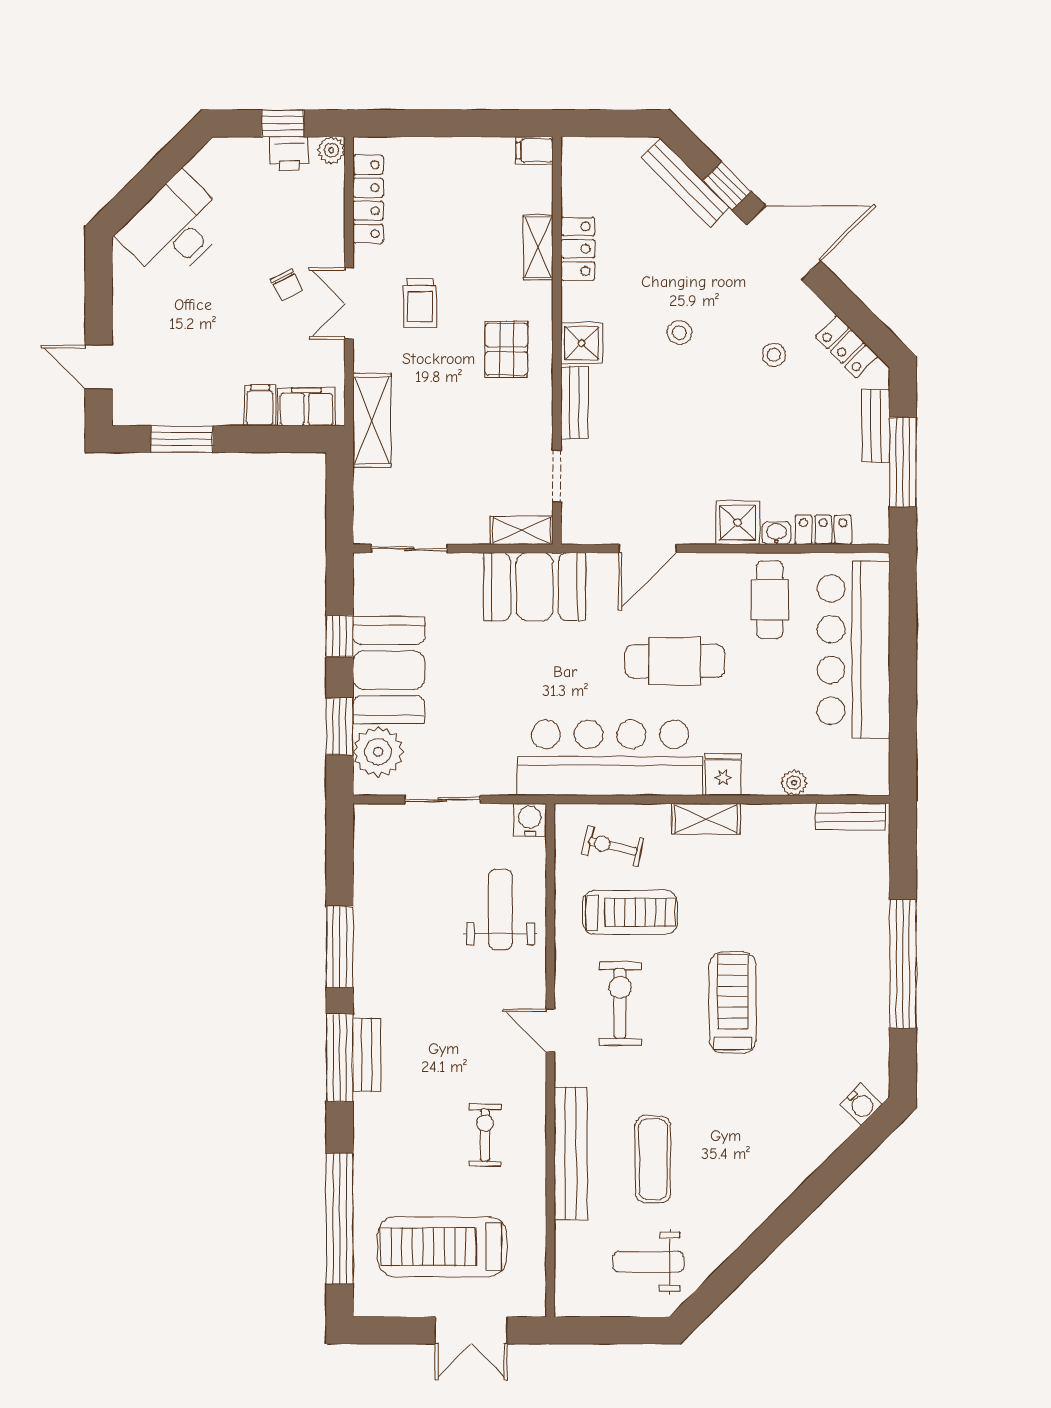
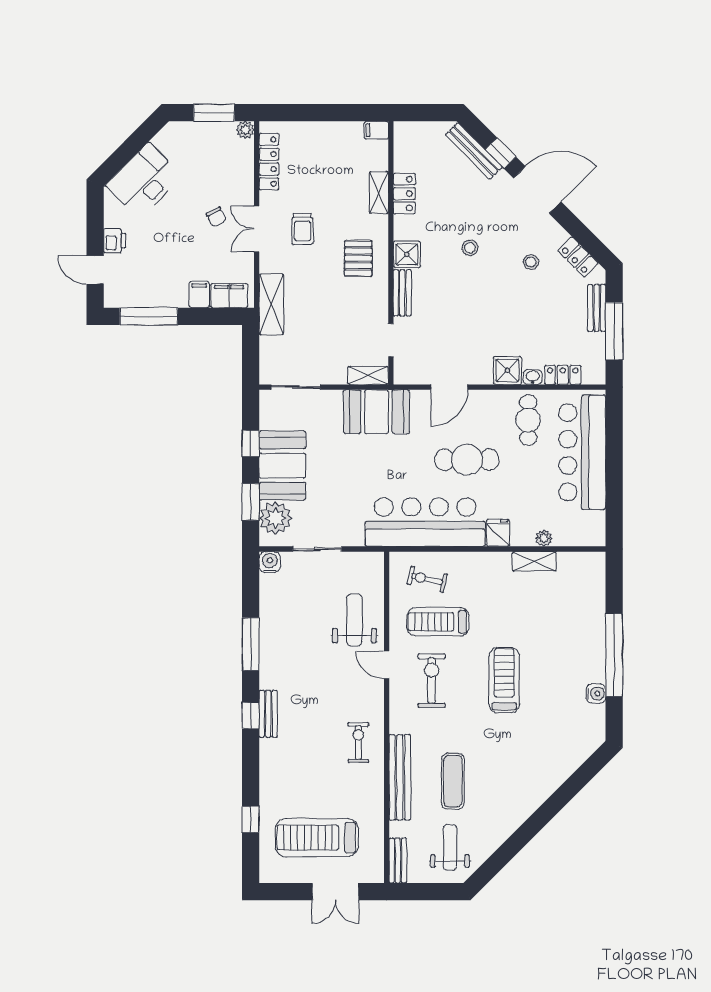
window: (283, 123) -> (214, 113), width x1.50
printer: (289, 154) -> (115, 241), moved, turned -90
window: (182, 439) -> (149, 316), width x1.44
bench: (851, 817) -> (398, 861), moved, turned 90
shelving: (706, 819) -> (534, 561), moved
water cooler: (530, 820) -> (270, 562), moved
treadmill: (630, 912) -> (438, 622), turned 180
door: (550, 1031) -> (387, 665), moved
window: (340, 1058) -> (251, 716), width x0.46
water cooler: (861, 1104) -> (596, 693), moved, turned -45
exercise bike: (485, 1135) -> (358, 743), moved
window: (340, 1219) -> (251, 819), width x0.32
weight bench: (648, 1262) -> (450, 847), turned 90

